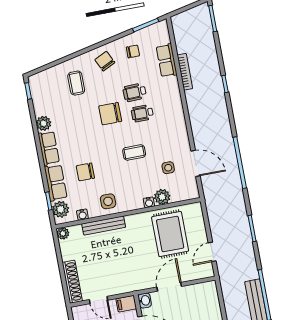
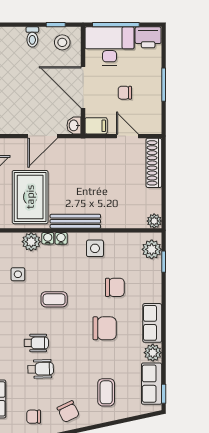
chair: (110, 114) -> (105, 328), moved
row of seats: (56, 183) -> (152, 384), moved
water cooler: (82, 215) -> (61, 238), moved
bench: (104, 226) -> (75, 221), moved

